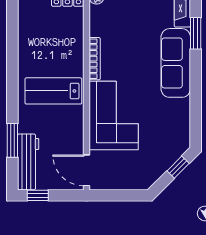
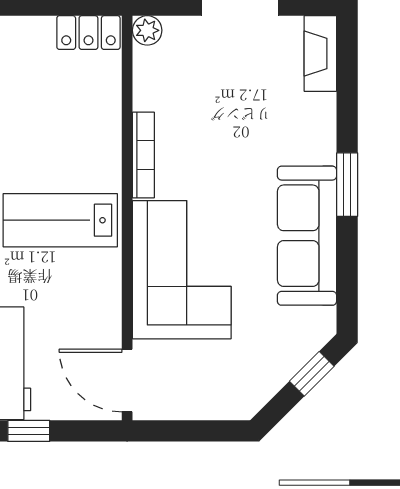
window: (196, 33) -> (347, 185), moved
sofa: (176, 63) -> (307, 236), moved

